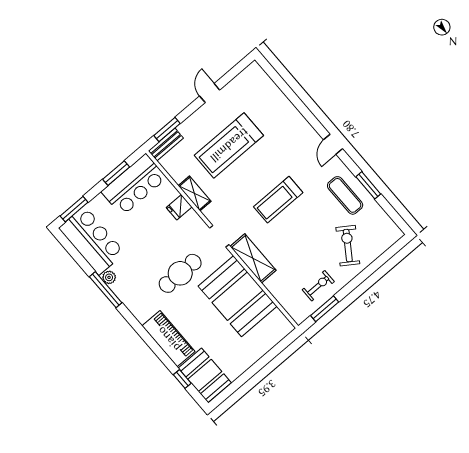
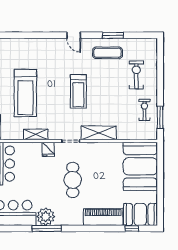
fridge: (179, 207) -> (48, 149), moved
exercise bike: (348, 246) -> (136, 75), turned 56
plant: (109, 277) -> (46, 217), width x1.87, depth x1.87
booth: (238, 296) -> (140, 166), moved, turned 90

